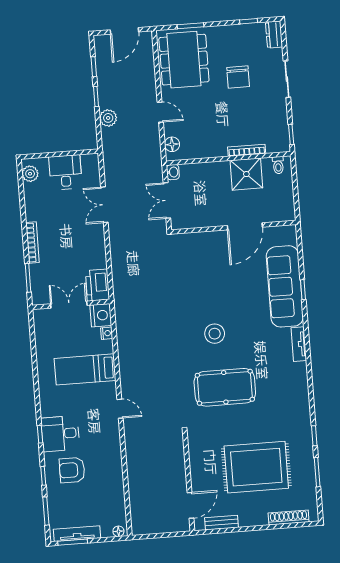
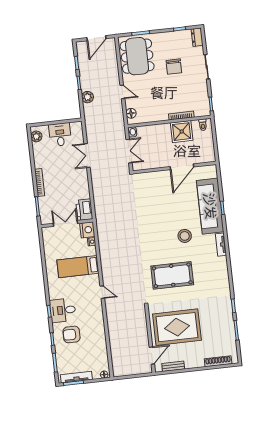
double door: (167, 200) -> (129, 151), swing flipped
stool: (215, 334) -> (185, 236), moved
rug: (256, 467) -> (177, 327), moved

